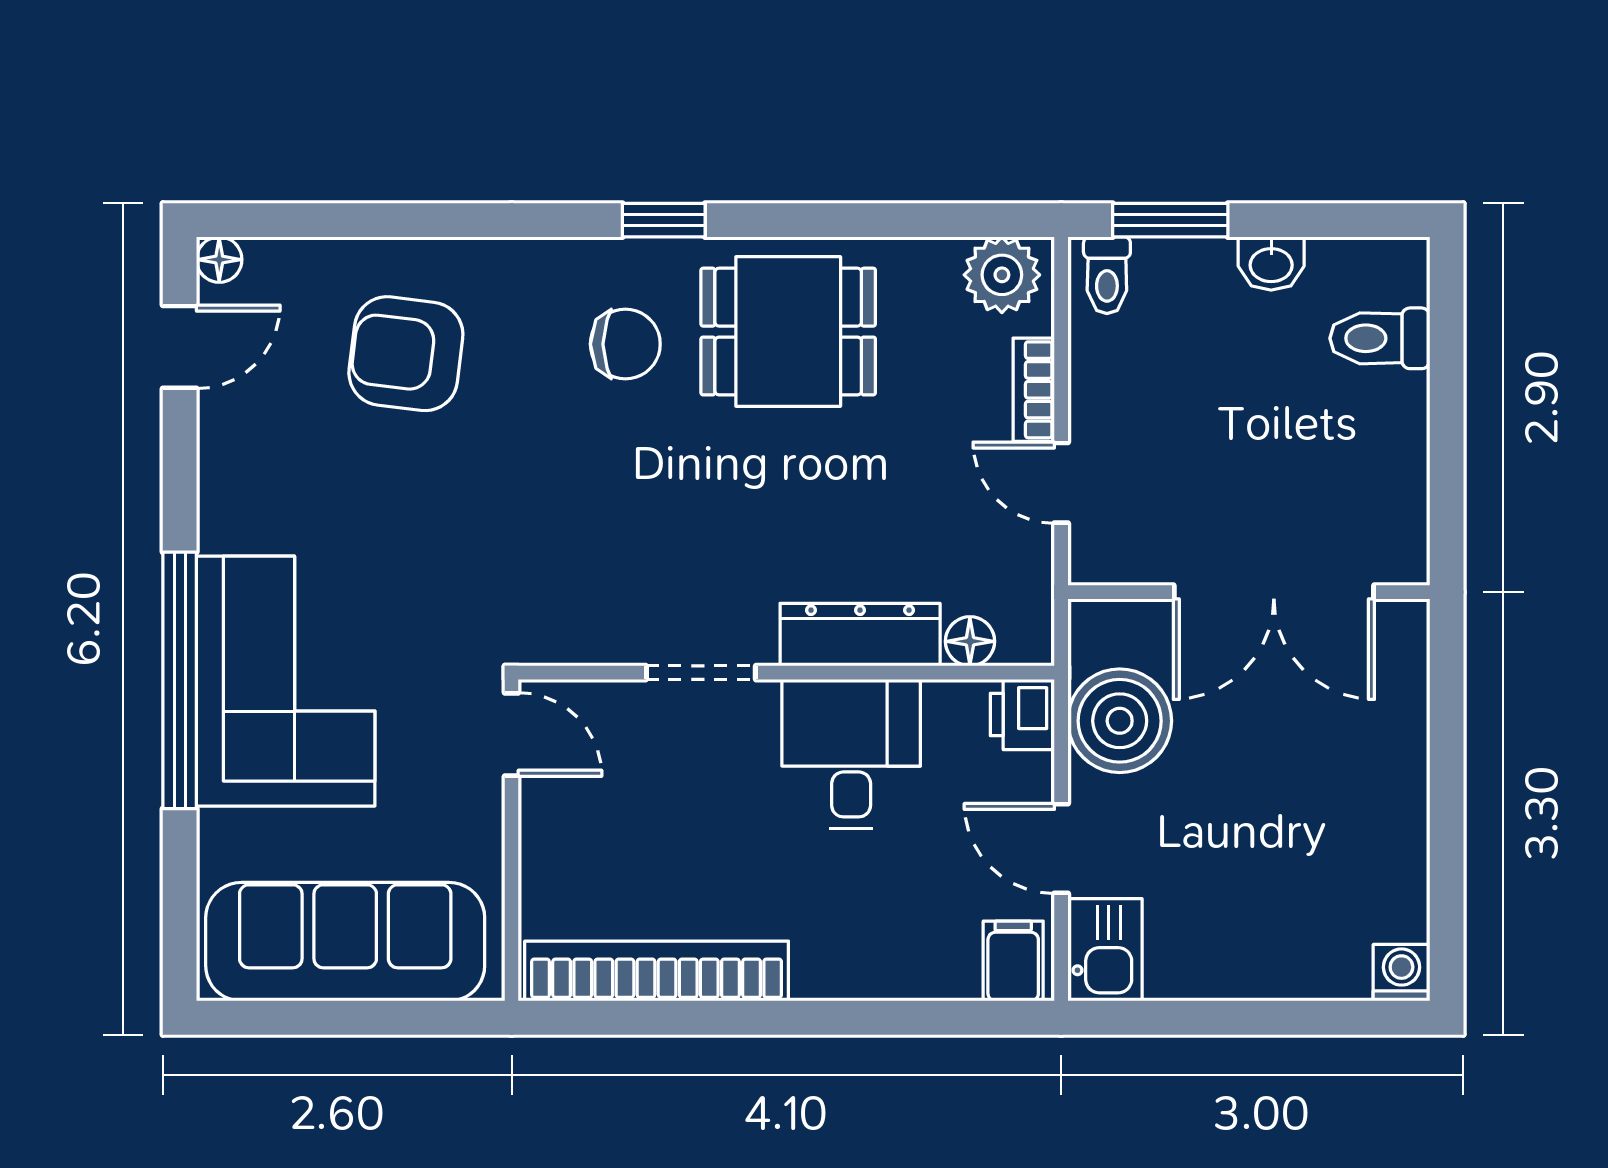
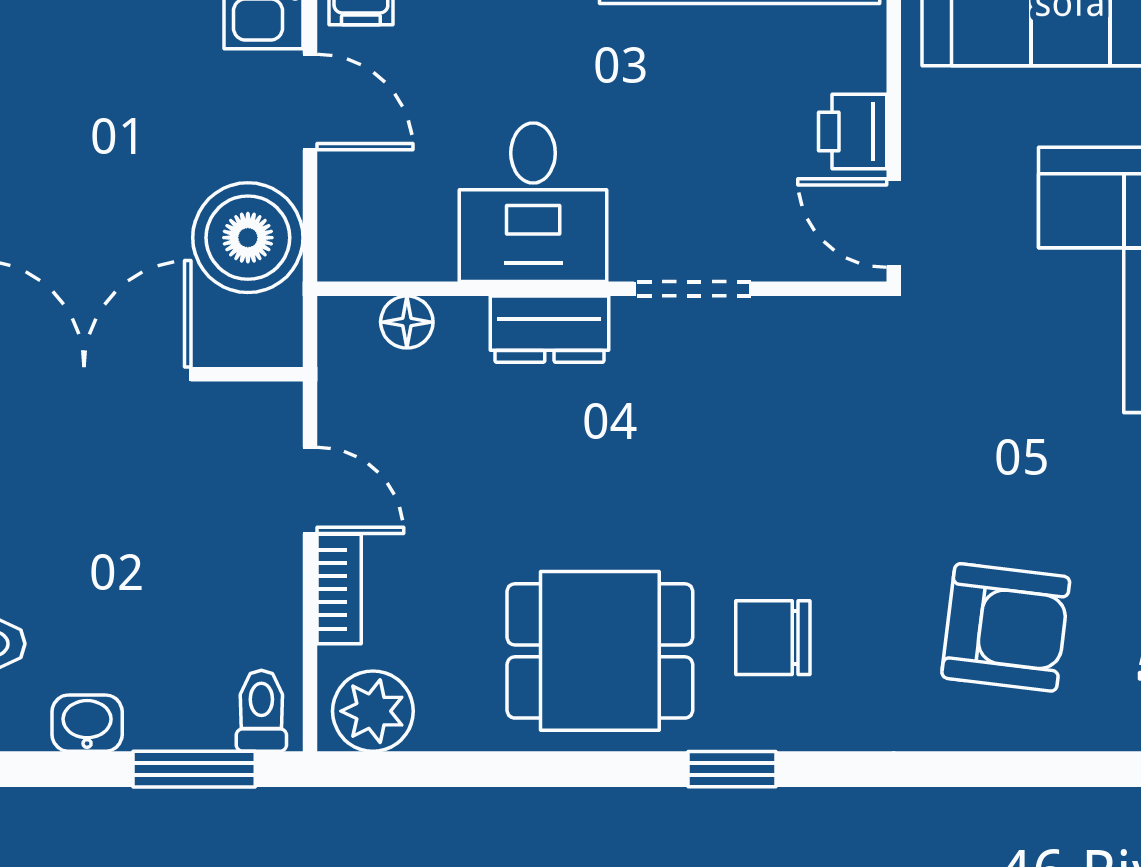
dresser: (860, 635) -> (549, 329), width x0.70
printer: (1022, 714) -> (853, 131), moved, turned 180

